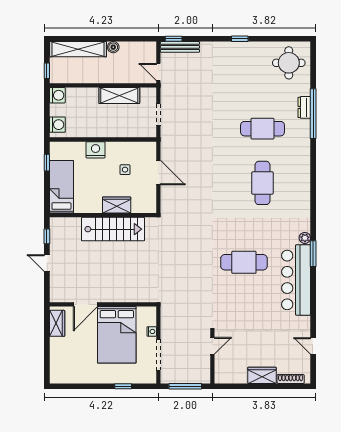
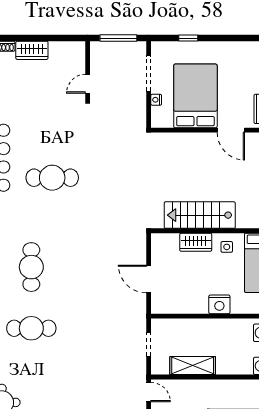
side table: (125, 170) -> (227, 247), moved
door: (85, 304) -> (231, 130), swing flipped

